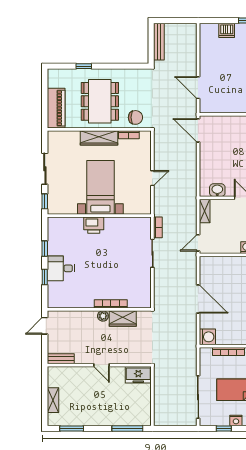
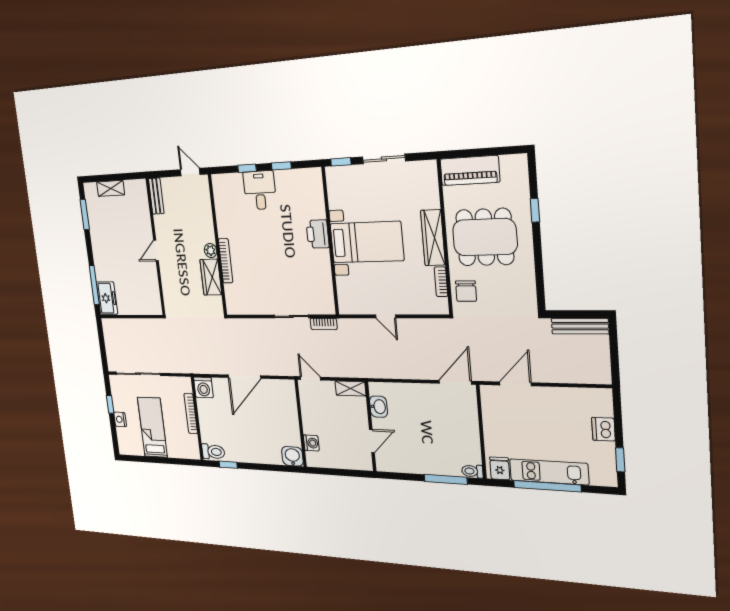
freezer: (138, 375) -> (107, 298), moved, turned 180

